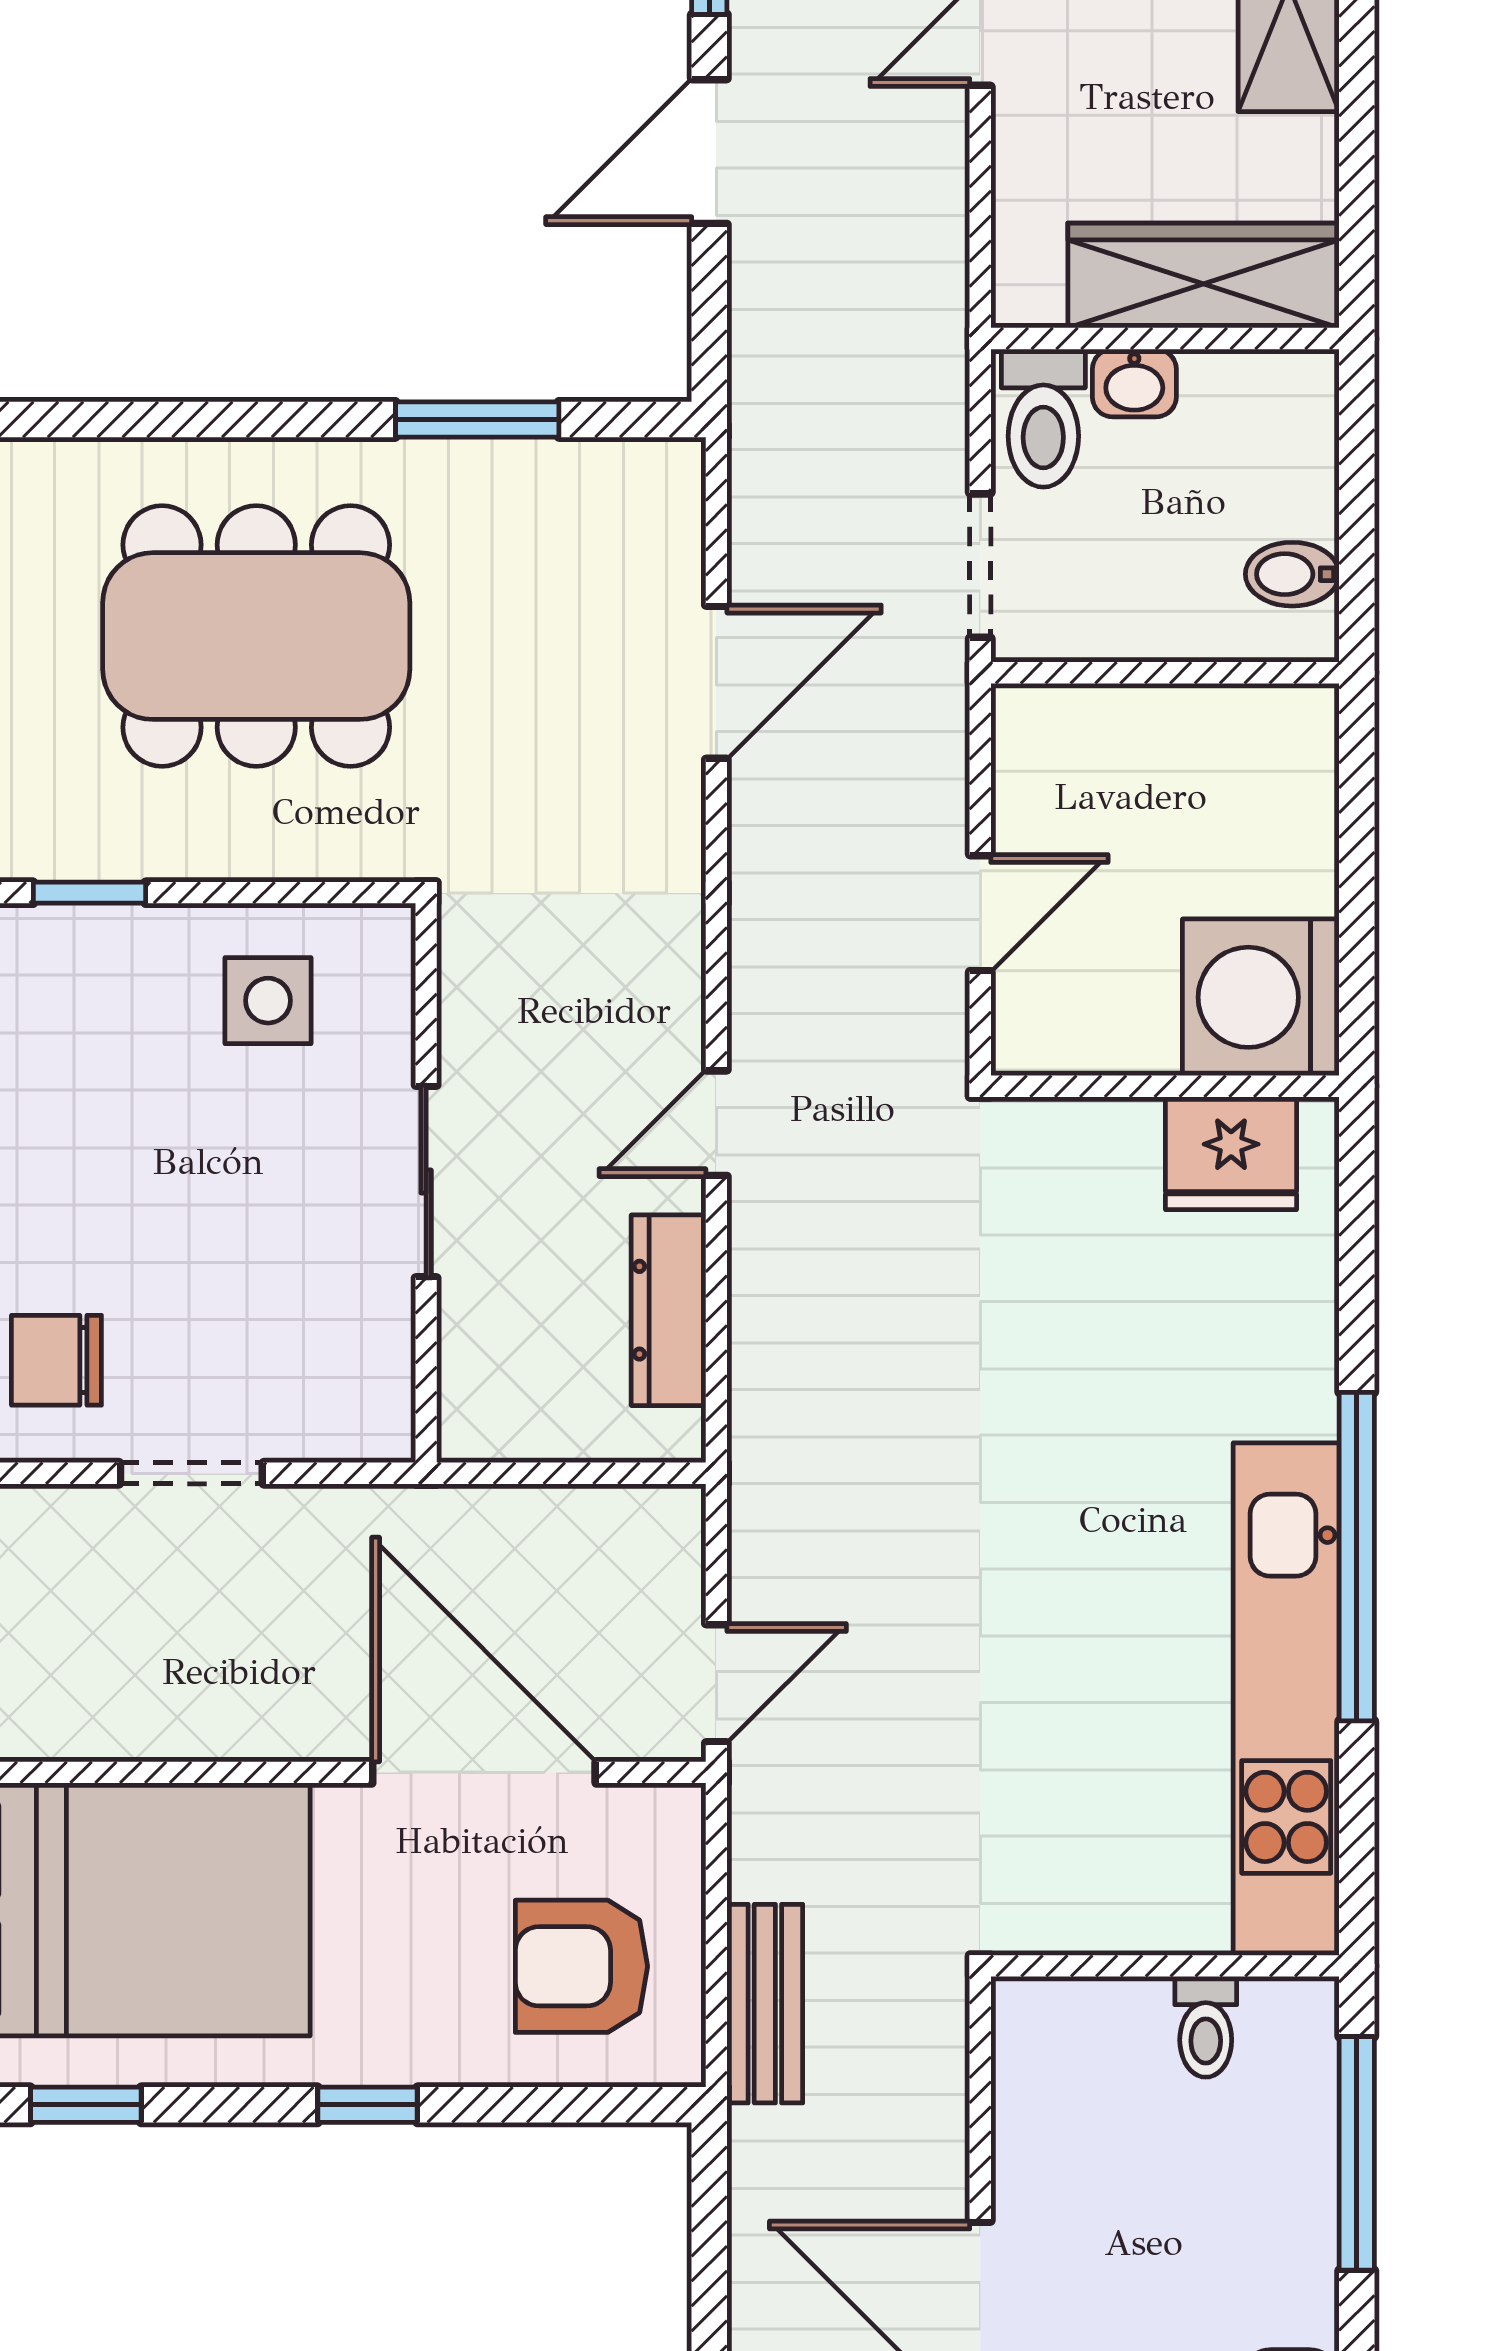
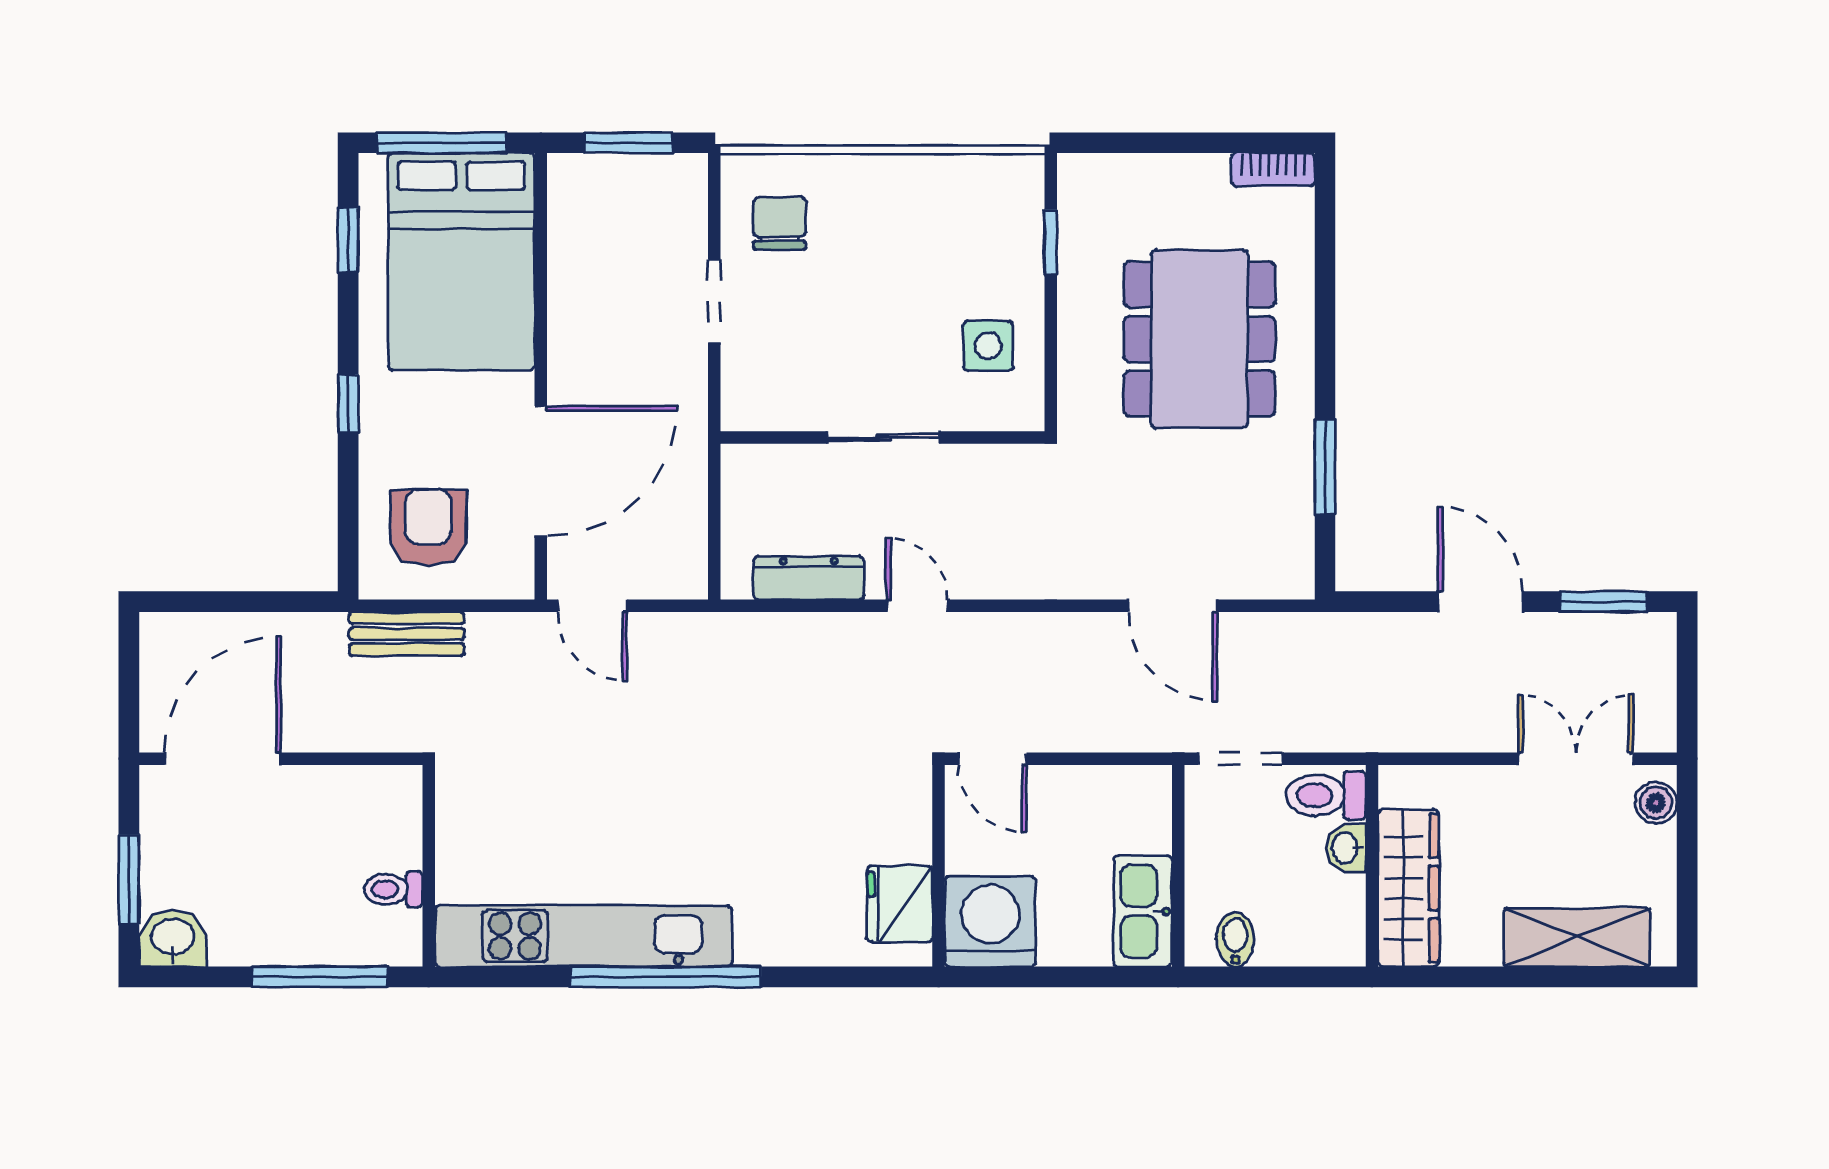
kitchen sink: (1243, 734) -> (1143, 911), added
door: (980, 913) -> (993, 759), moved

